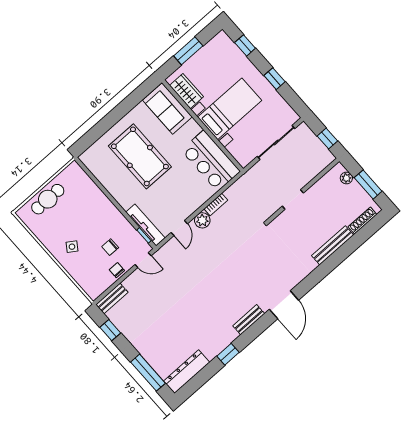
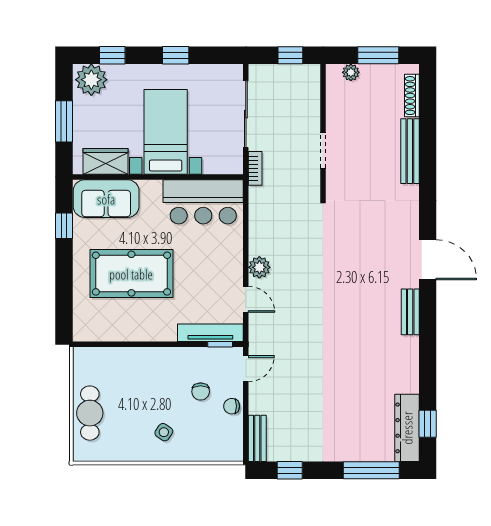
plant: (223, 46) -> (91, 80), added
window: (134, 99) -> (64, 226), added
bookcase: (216, 204) -> (255, 168), moved
window: (228, 354) -> (428, 424), moved

